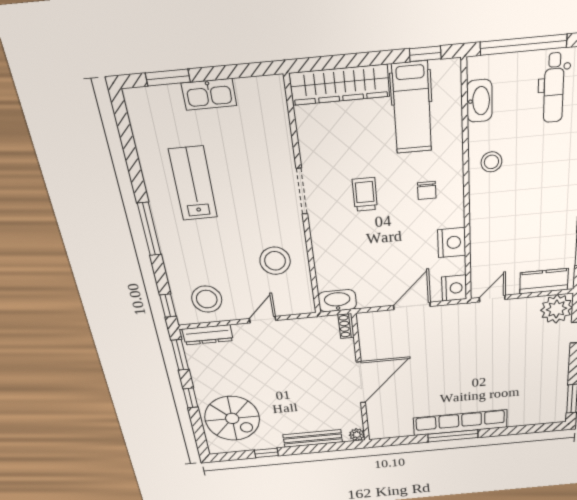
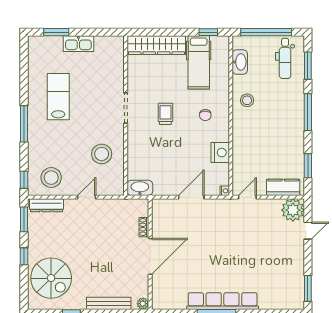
nightstand: (454, 288) -> (225, 191), width x0.53, depth x0.56
shoe rack: (346, 326) -> (144, 227), moved

